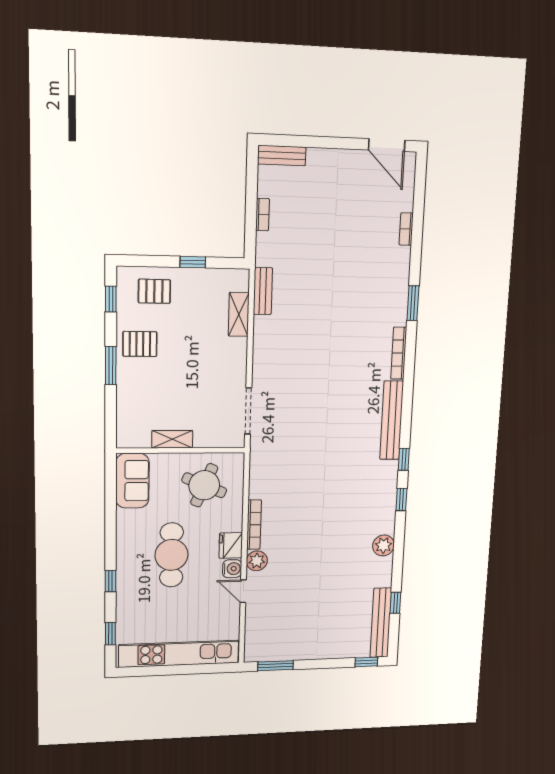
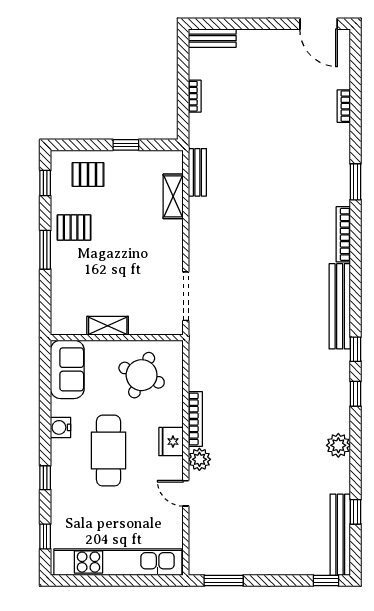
water cooler: (232, 569) -> (61, 427), moved, turned 180

